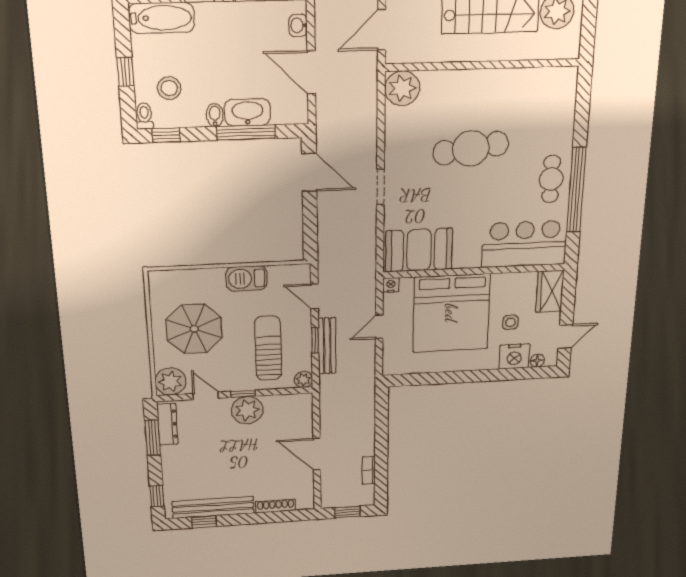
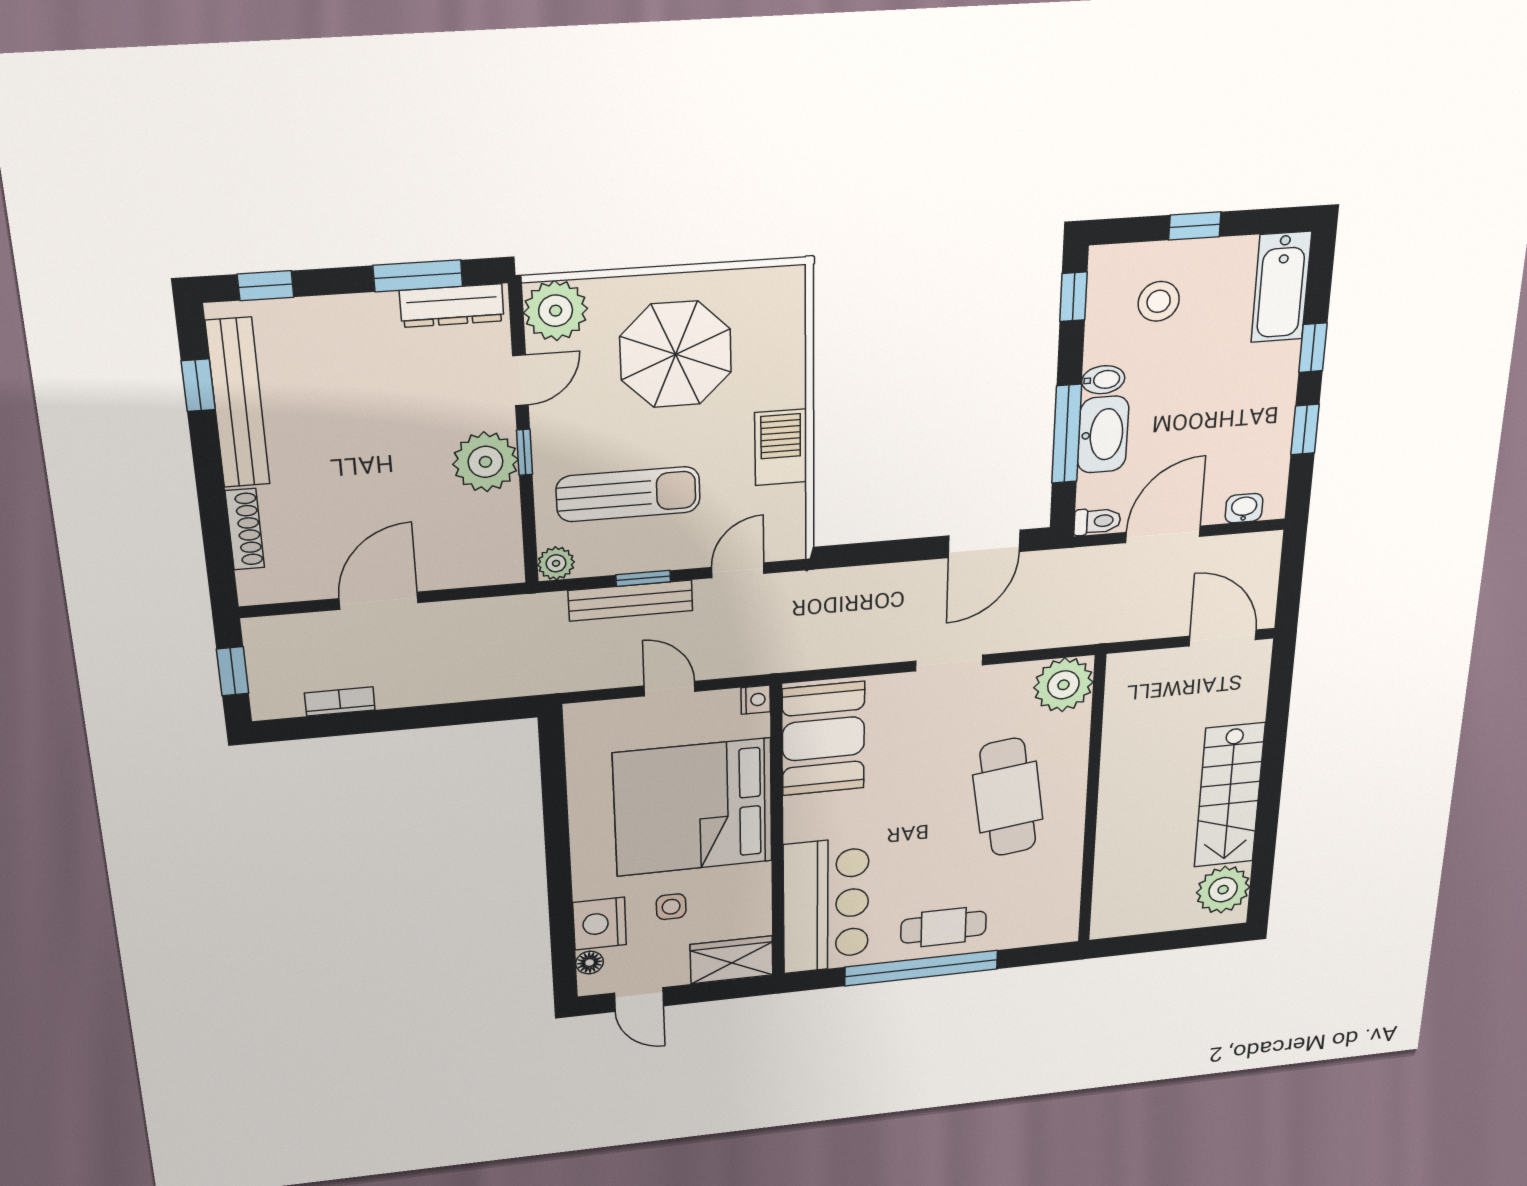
wall: (483, 65) -> (1092, 802), moved
plant: (402, 88) -> (1063, 685), moved
toilet: (144, 116) -> (1097, 521), moved

